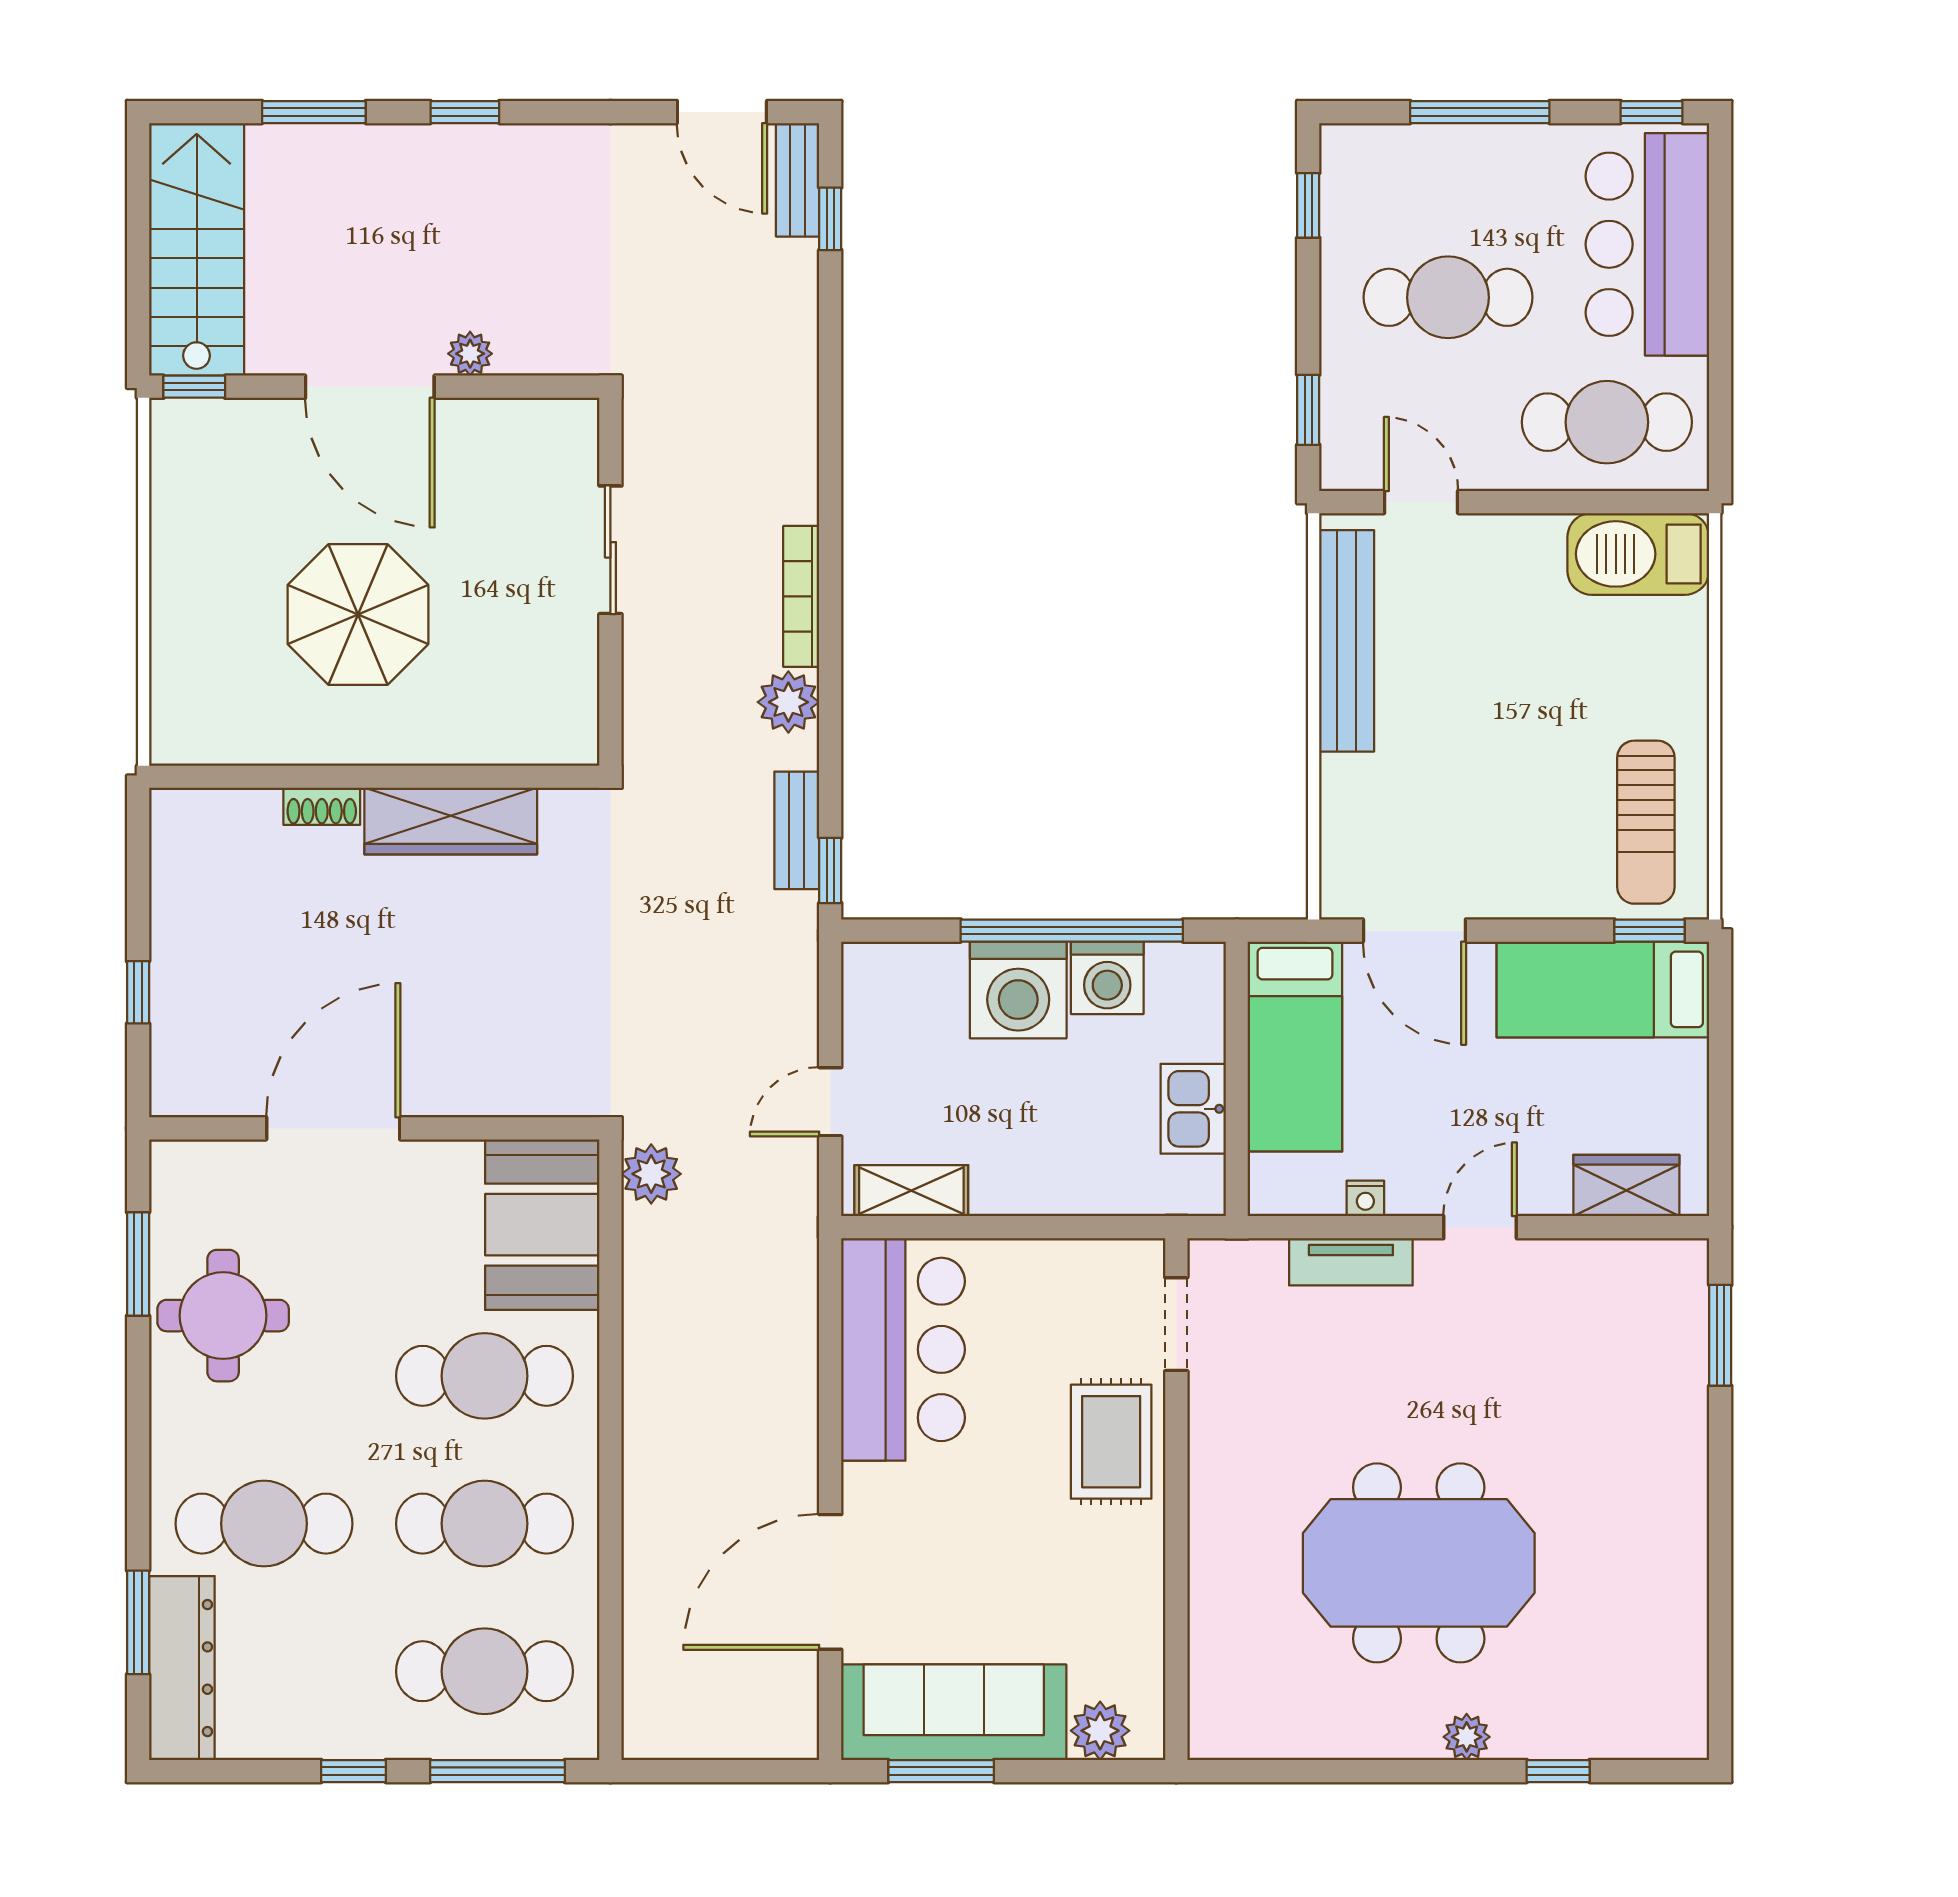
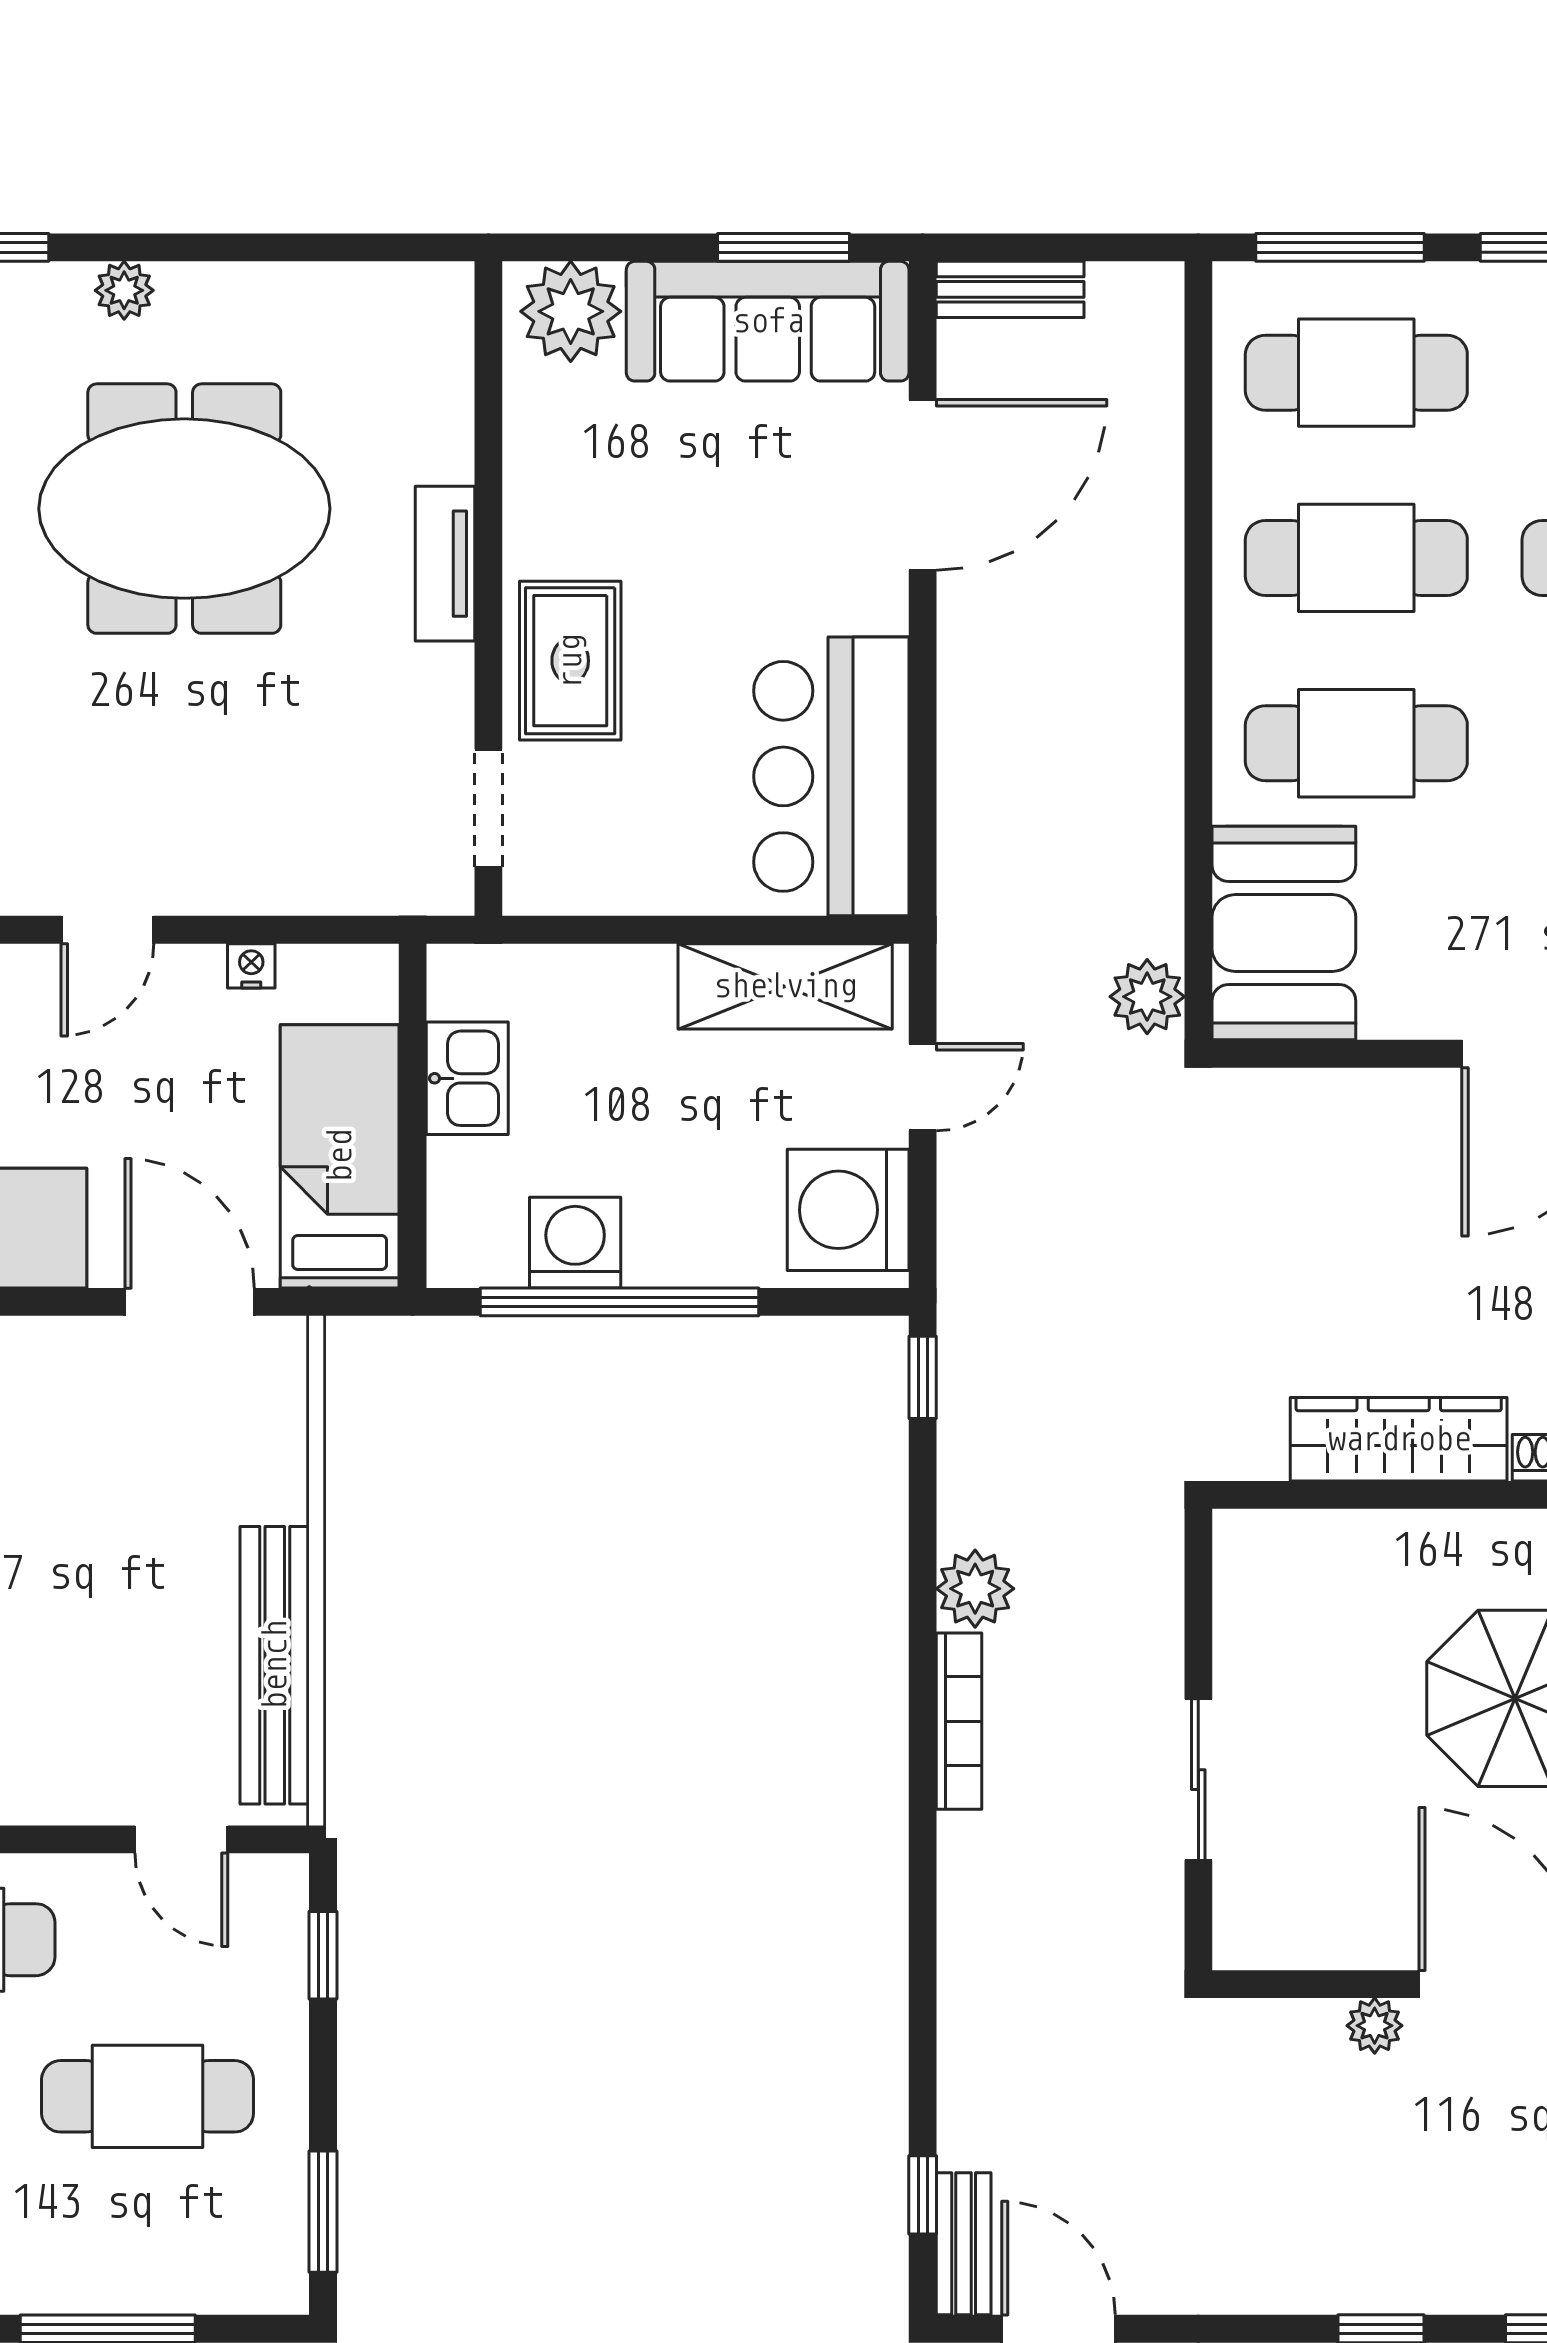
window: (1308, 205) -> (323, 2212), width x1.50
bench: (797, 830) -> (1010, 289), moved, turned 90
washing machine: (1018, 990) -> (848, 1210), moved, turned -90
shelving: (911, 1191) -> (785, 986), width x1.50, depth x1.33
tv unit: (1351, 1262) -> (445, 564), moved, turned -90
plant: (1100, 1731) -> (571, 311), width x1.36, depth x1.36

